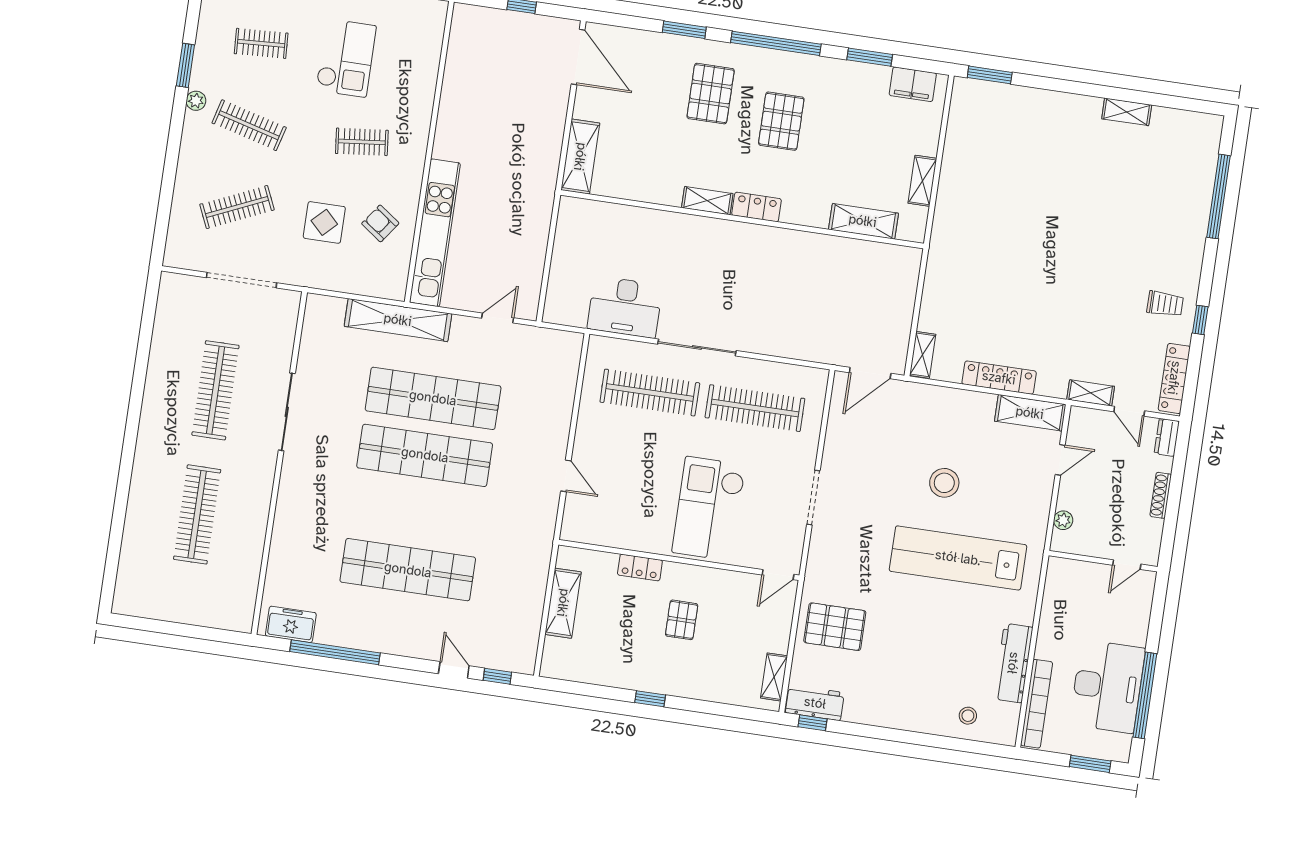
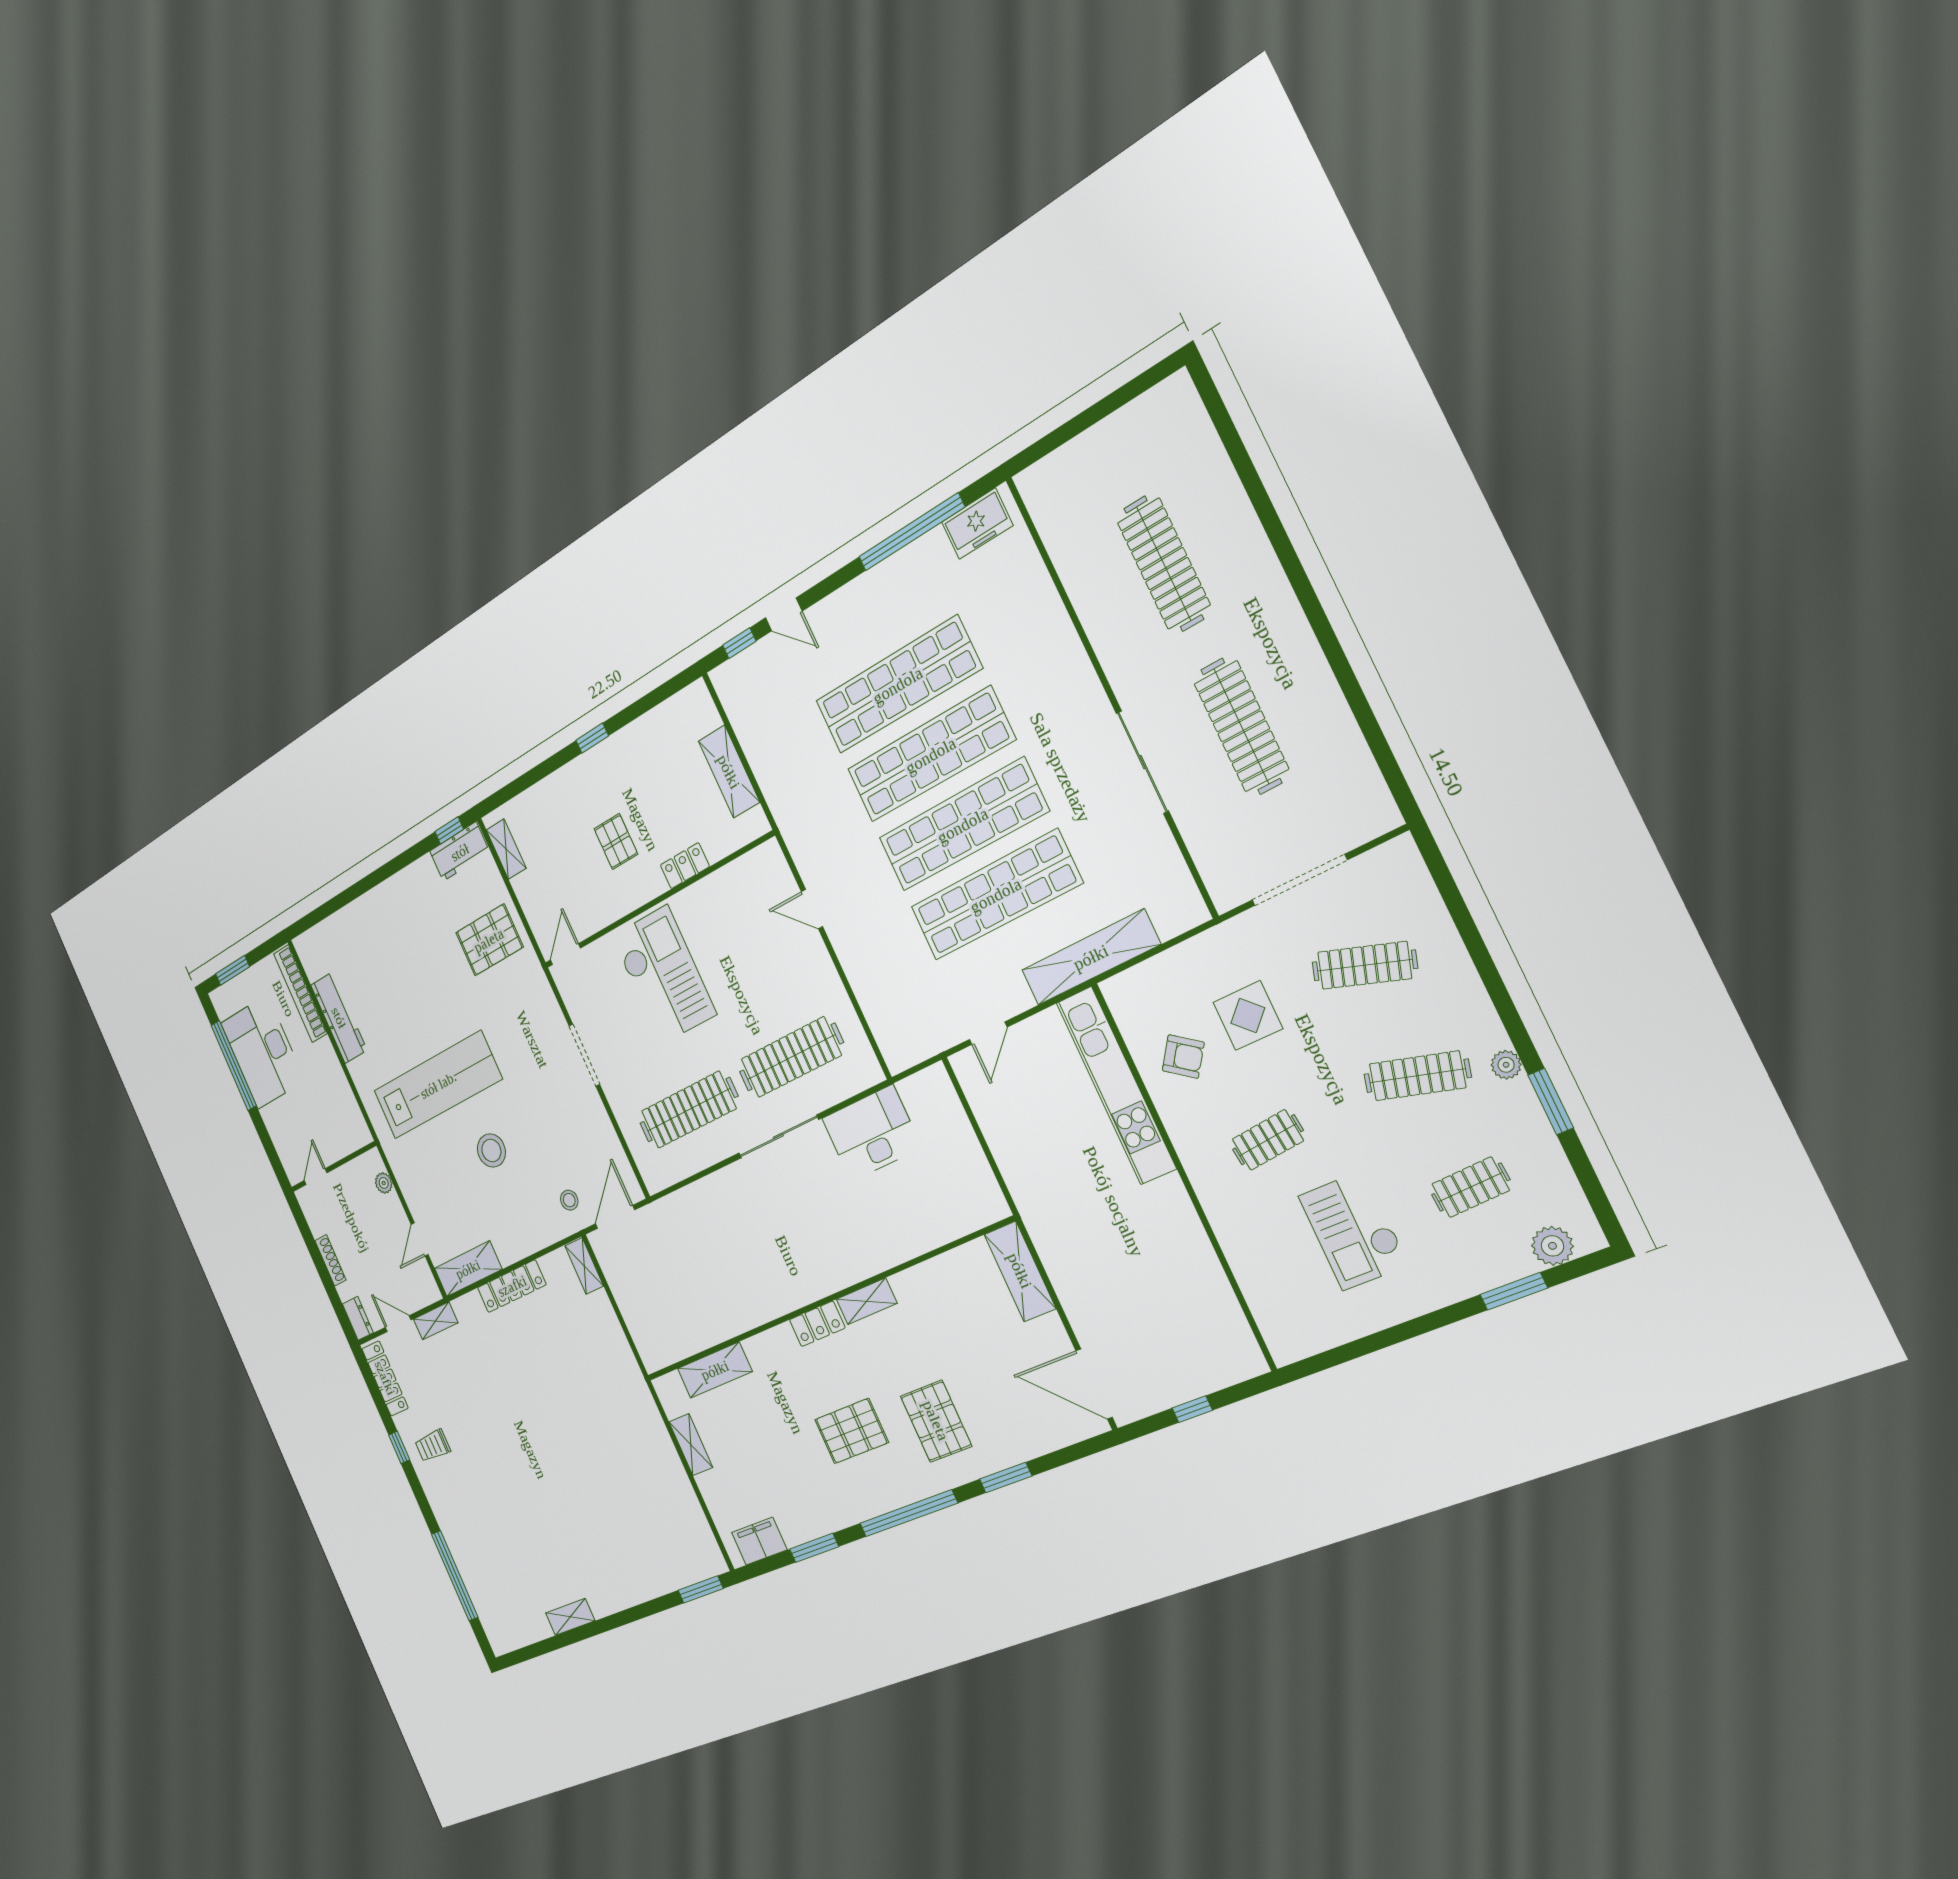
pallet: (781, 121) -> (852, 1431), turned 90
clothes rail: (237, 207) -> (1365, 965), turned 42
shop shelf: (416, 513) -> (931, 755), added
stool: (968, 716) -> (569, 1200), moved

